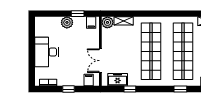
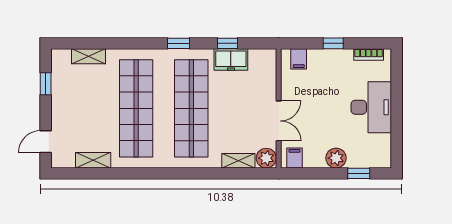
window: (78, 14) -> (359, 173), moved
double door: (100, 61) -> (279, 121), moved
freezer: (118, 80) -> (231, 60), moved
window: (180, 89) -> (179, 43), moved

